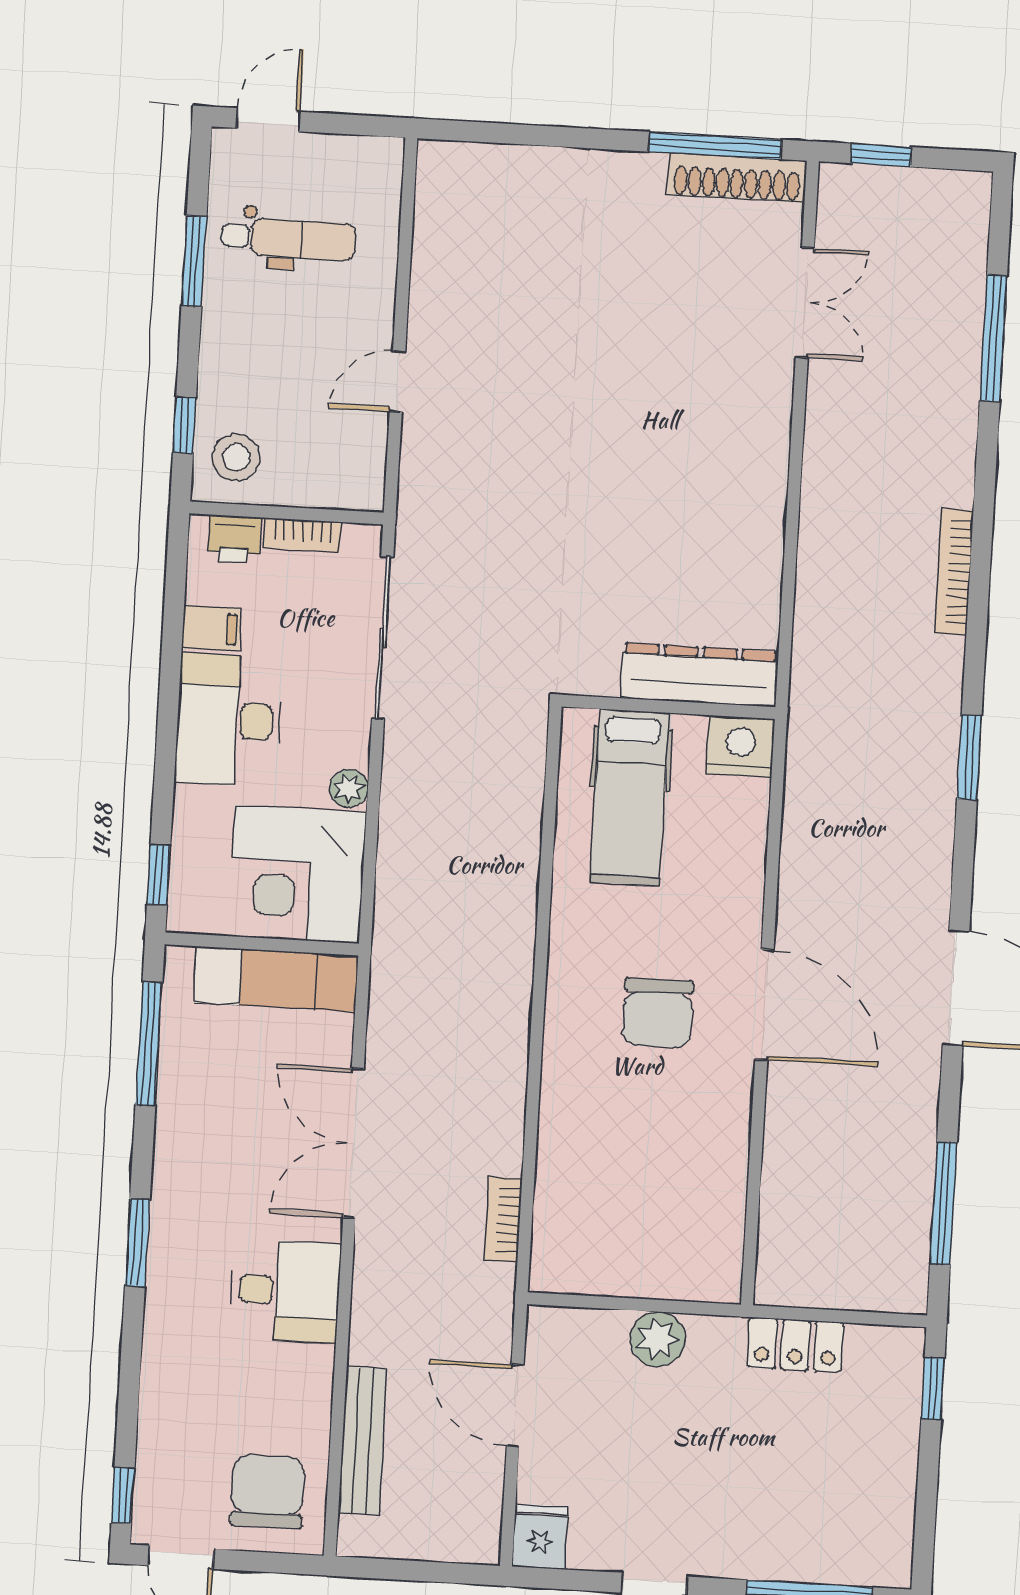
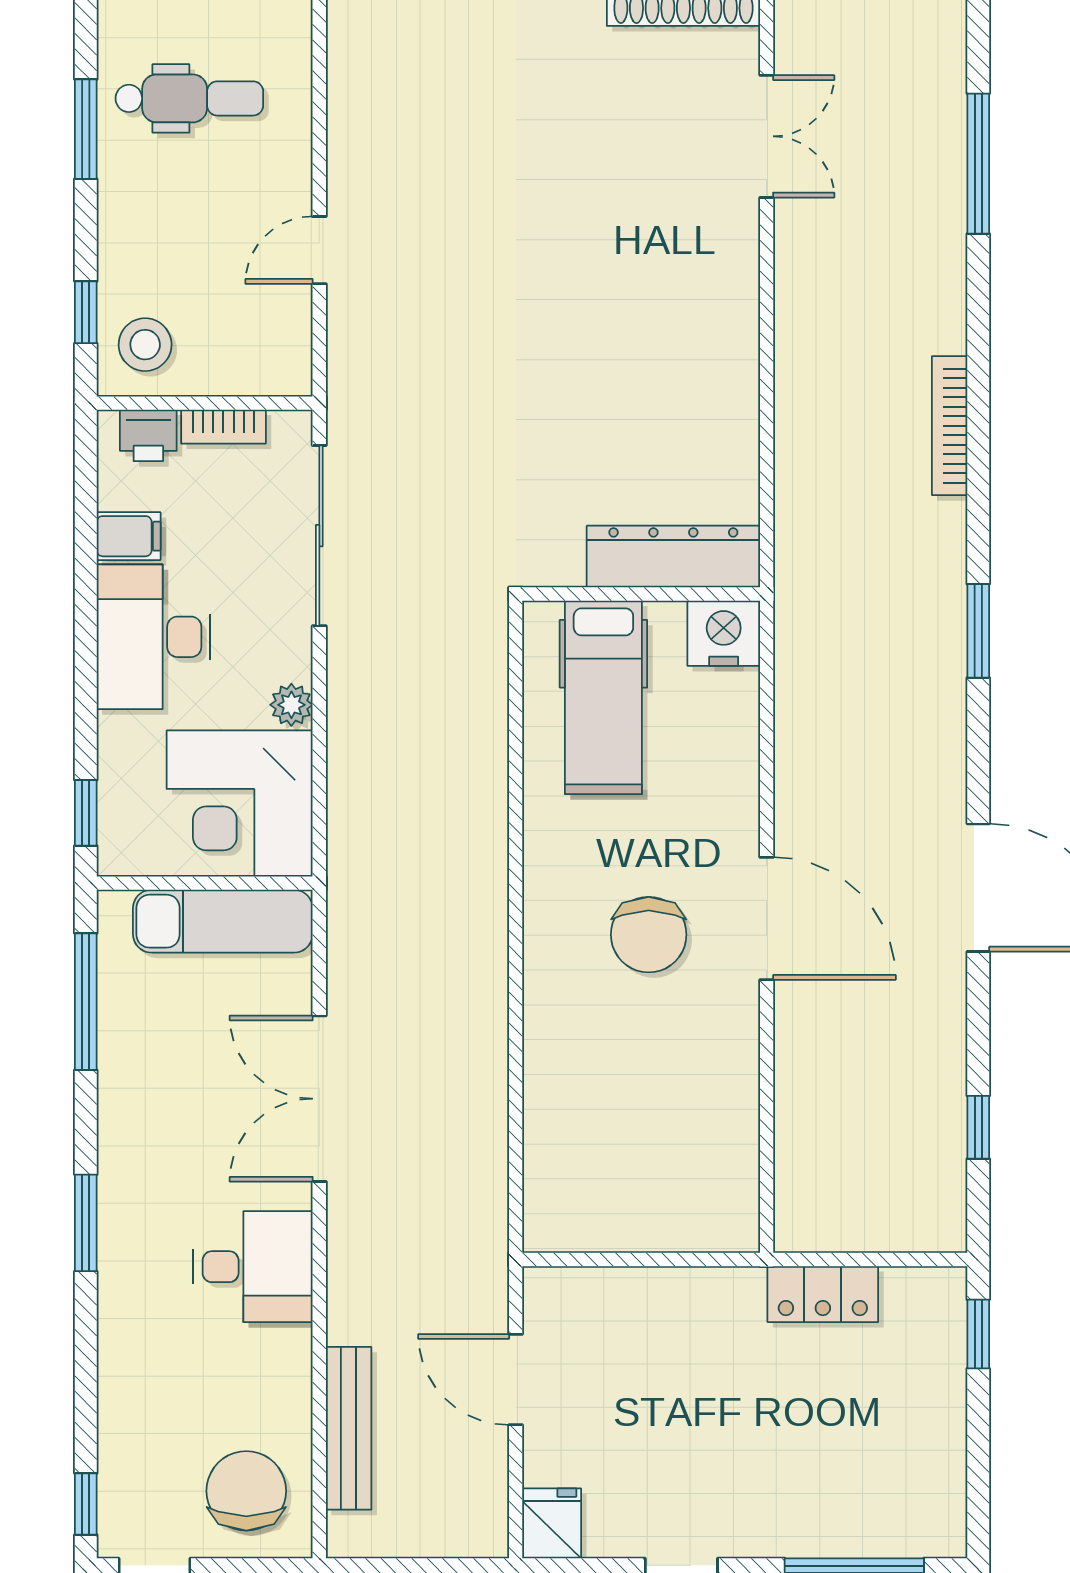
window: (944, 1203) -> (978, 1127), width x0.46
bookcase: (503, 1219) -> (490, 1174), removed
plant: (658, 1339) -> (669, 1297), removed

